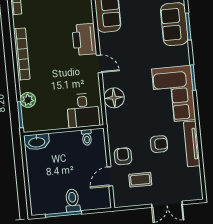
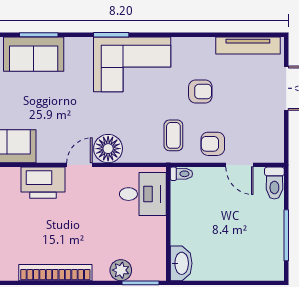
floor lamp: (114, 98) -> (108, 149), moved
toilet: (87, 137) -> (181, 174), moved
armchair: (159, 144) -> (200, 92), turned 90
tv unit: (192, 144) -> (248, 45), moved
coffee table: (140, 180) -> (173, 135), moved
toilet: (72, 200) -> (274, 183), moved, turned -90

